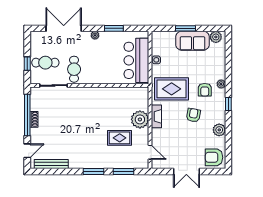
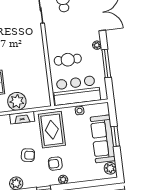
window: (114, 28) -> (106, 64), width x1.44
sofa: (193, 41) -> (103, 139), width x1.36
cafe table: (74, 69) -> (68, 60), moved

